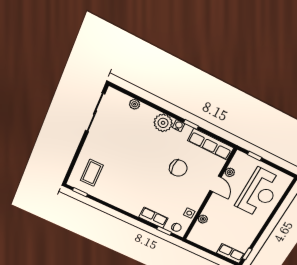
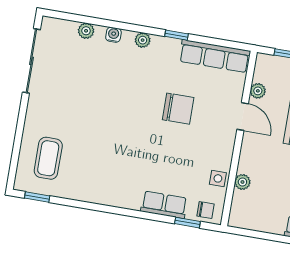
plant: (163, 123) -> (143, 40), width x0.53, depth x0.53
water cooler: (179, 126) -> (113, 35), moved

